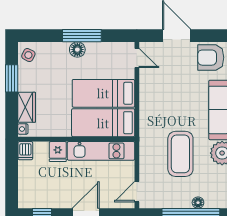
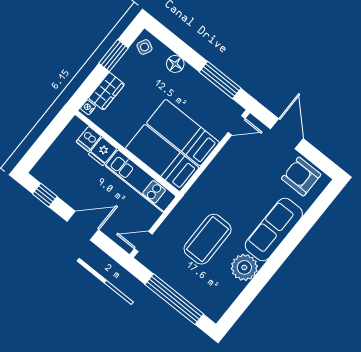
window: (82, 36) -> (220, 80), moved
floor lamp: (77, 50) -> (175, 64), moved
door: (137, 58) -> (237, 125), hinge flipped
dishwasher: (25, 151) -> (89, 139), moved
floor lamp: (198, 203) -> (189, 294), removed

